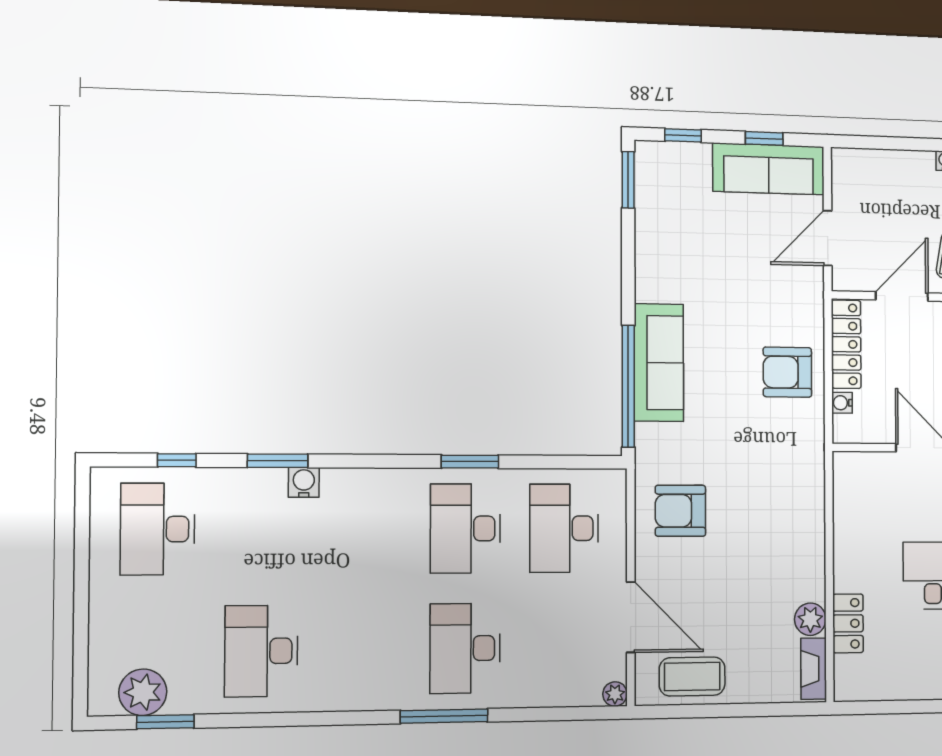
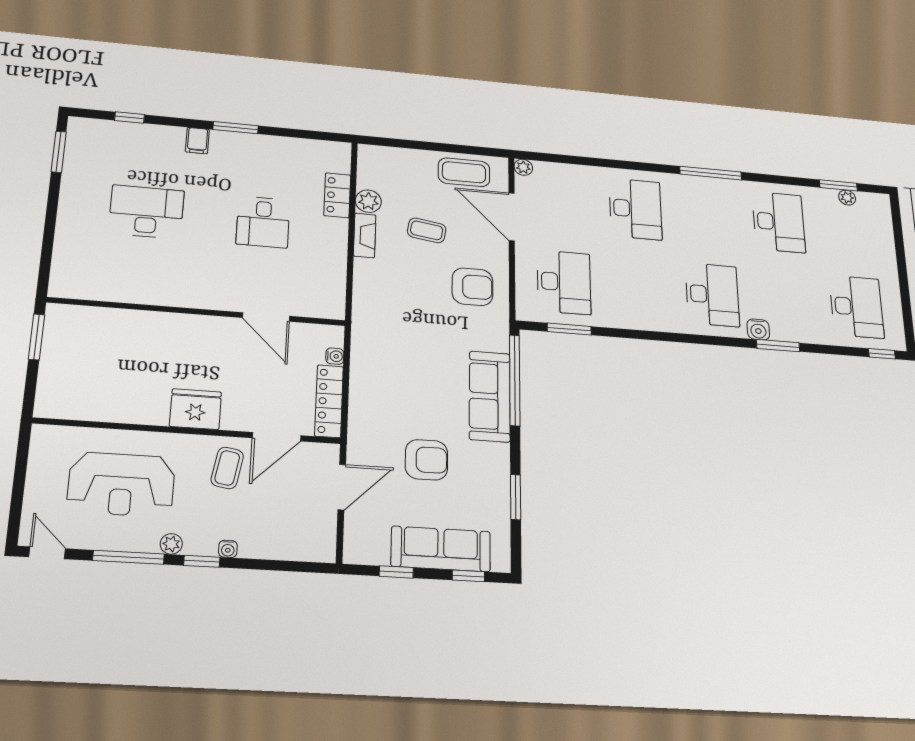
sofa: (769, 169) -> (441, 549), moved
window: (628, 180) -> (516, 497), moved
armchair: (787, 372) -> (426, 460), moved
window: (177, 460) -> (882, 354), moved
window: (470, 462) -> (569, 329), moved
desk: (466, 528) -> (712, 295), moved
coffee table: (738, 585) -> (427, 230), added
fireplace: (814, 669) -> (365, 235), moved
plant: (143, 692) -> (847, 198), width x0.53, depth x0.53
window: (444, 716) -> (711, 173), moved

